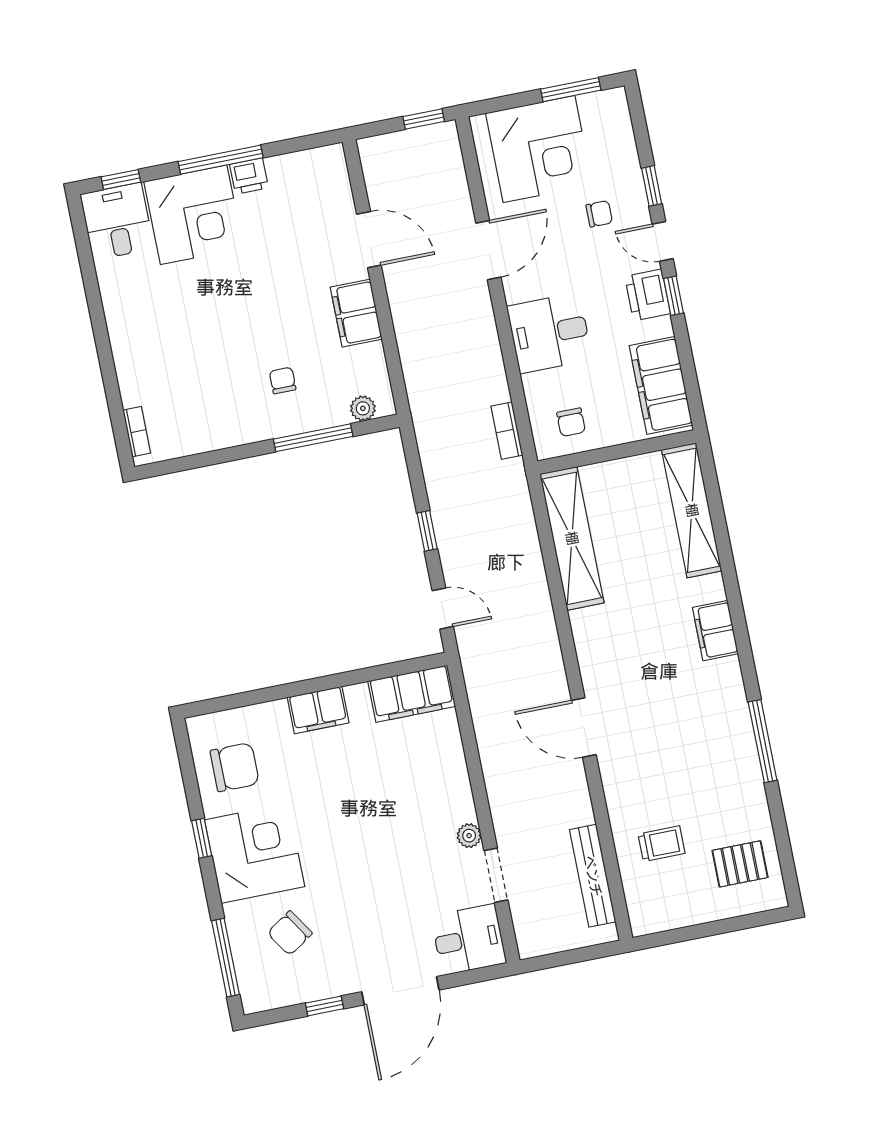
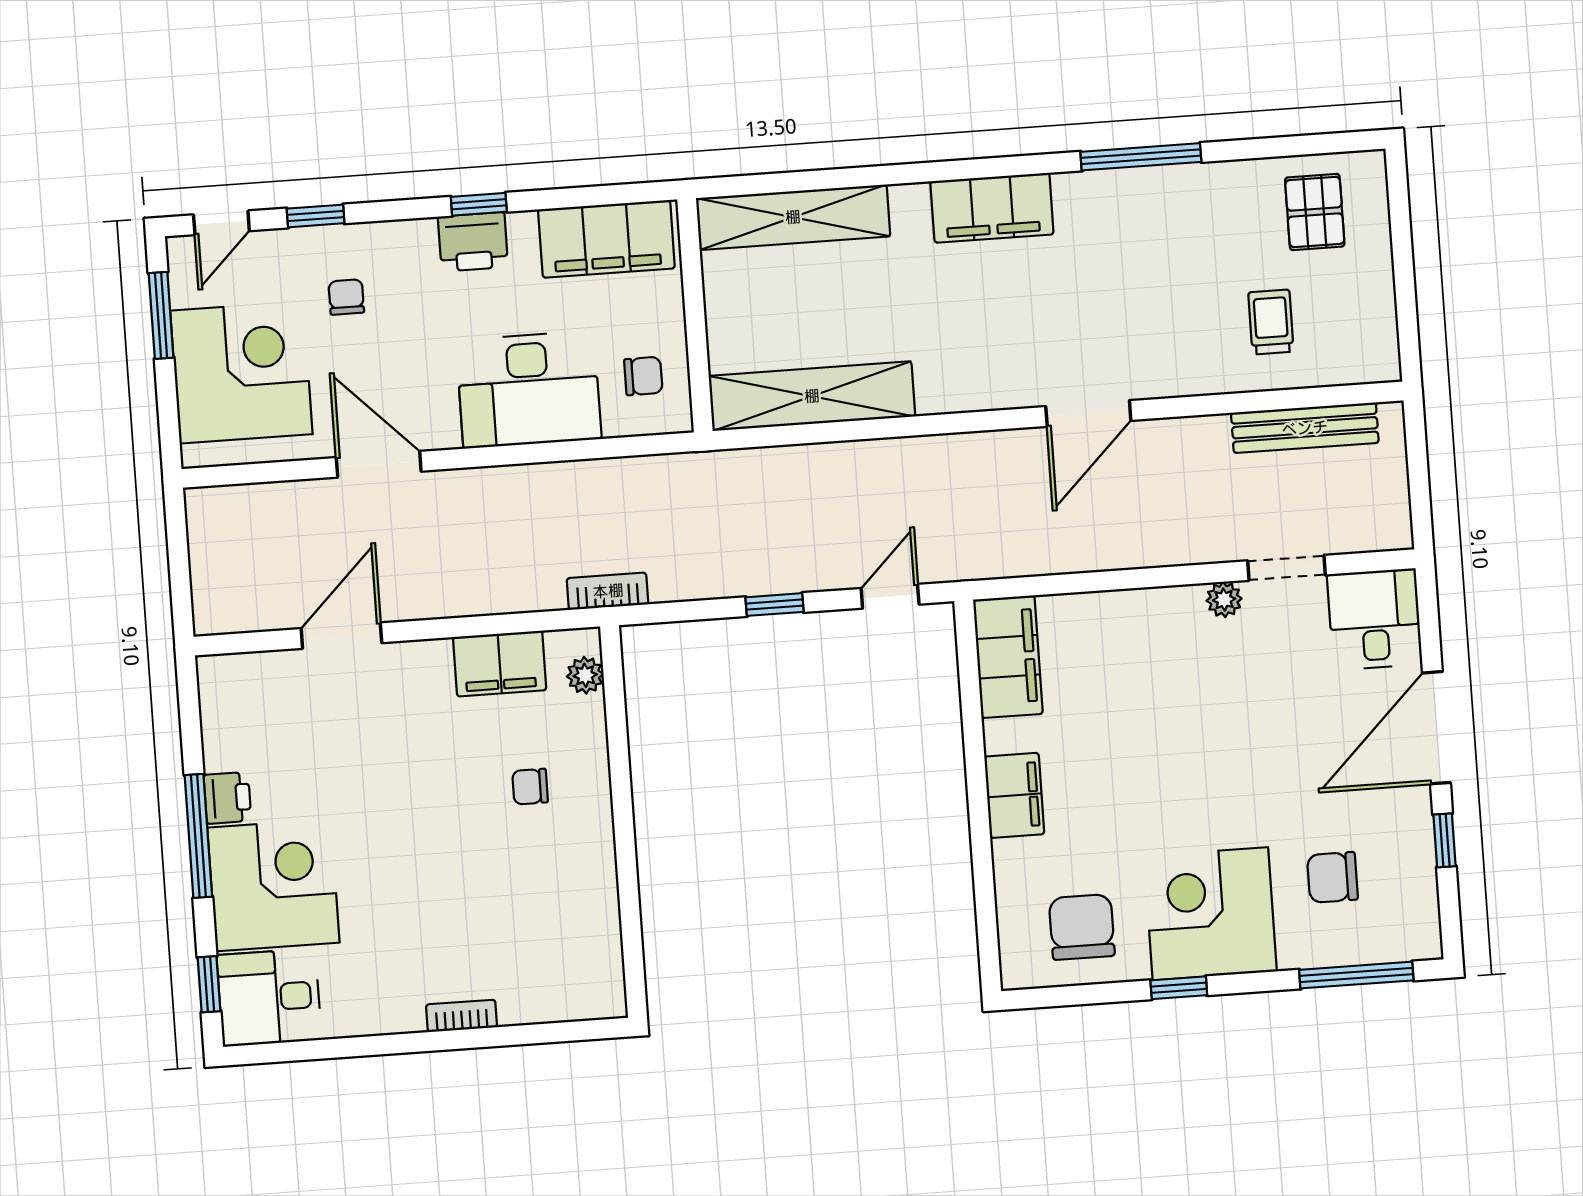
window: (424, 119) -> (177, 534), removed
door: (663, 241) -> (221, 223), moved
filing cabinet: (356, 313) -> (500, 664), moved
desk: (549, 333) -> (529, 390), width x1.37
bookcase: (507, 431) -> (608, 591), moved, turned 180
bookcase: (137, 432) -> (462, 1016), moved
window: (313, 438) -> (619, 753), removed
filing cabinet: (715, 631) -> (992, 208), width x1.50, depth x1.17
chair: (290, 933) -> (1333, 877), turned 123
door: (400, 991) -> (1436, 728), swing flipped

